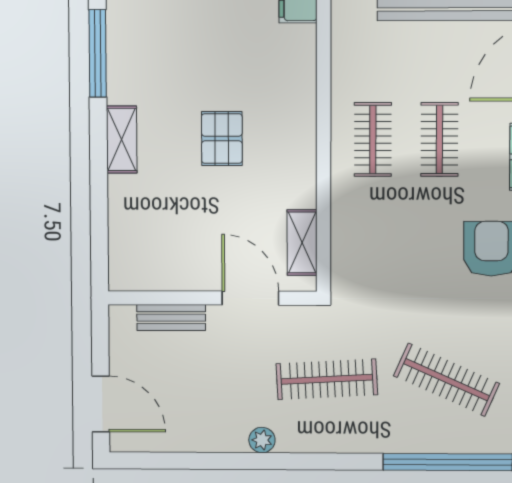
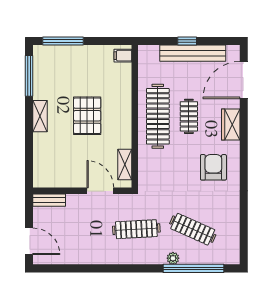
pallet: (222, 139) -> (87, 116), width x1.50, depth x1.42
clothes rail: (373, 140) -> (158, 116), width x1.86, depth x1.31
bench: (171, 318) -> (49, 200), moved
plant: (262, 440) -> (173, 258), moved

